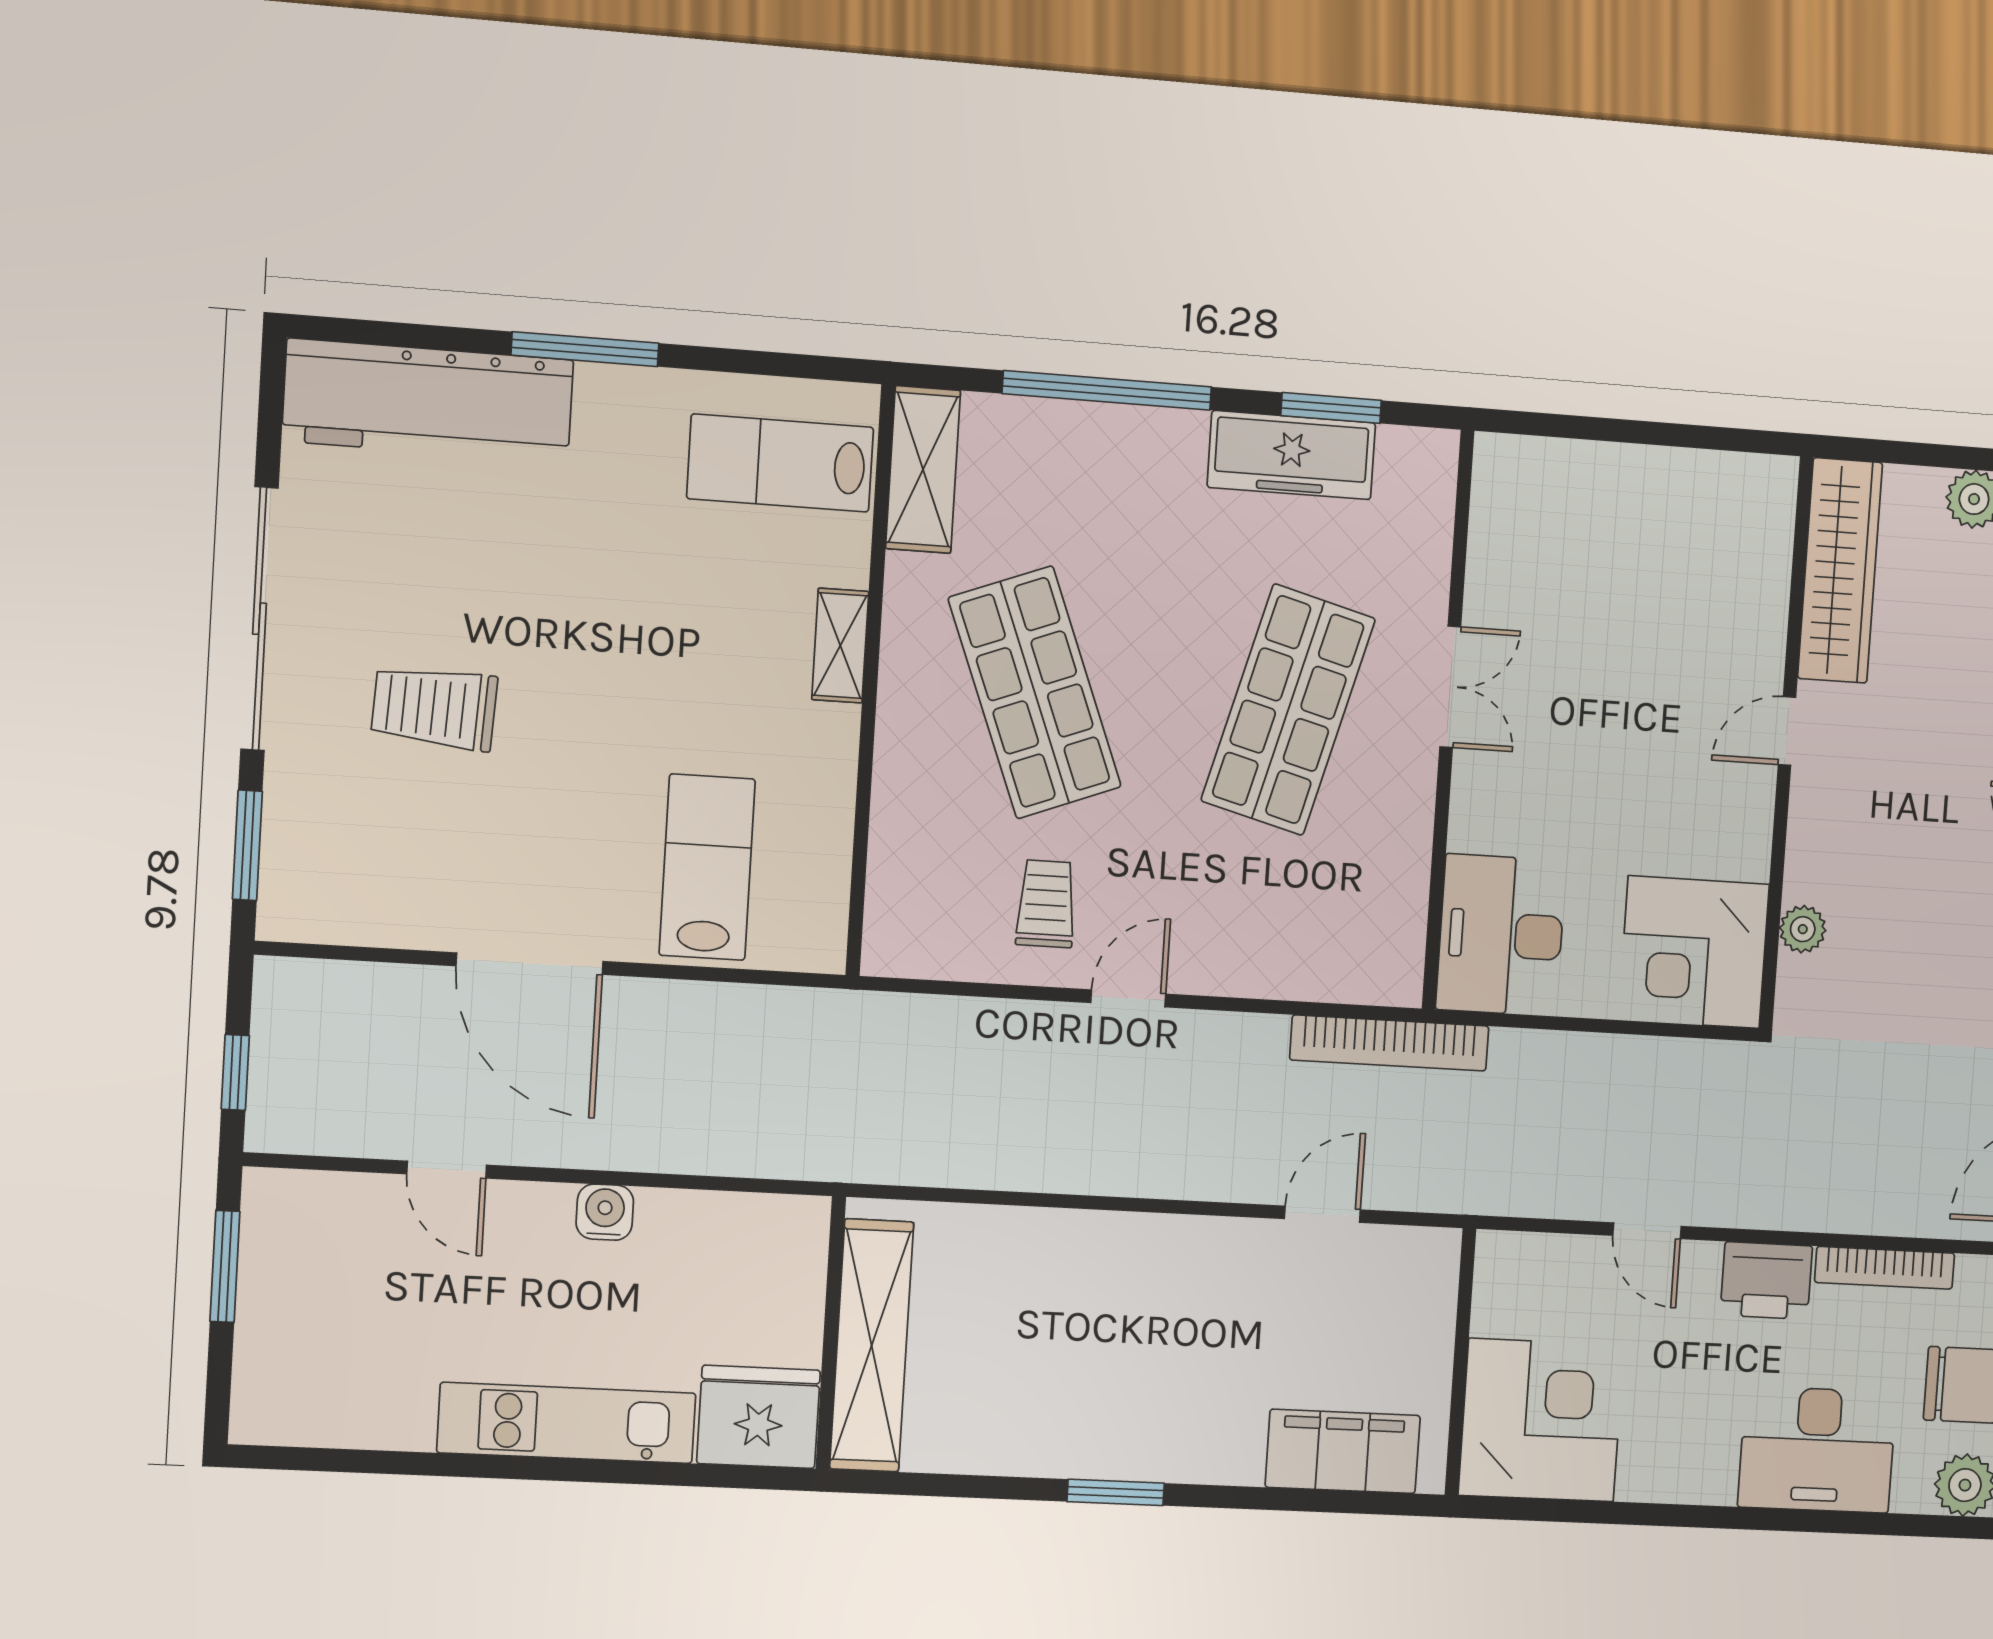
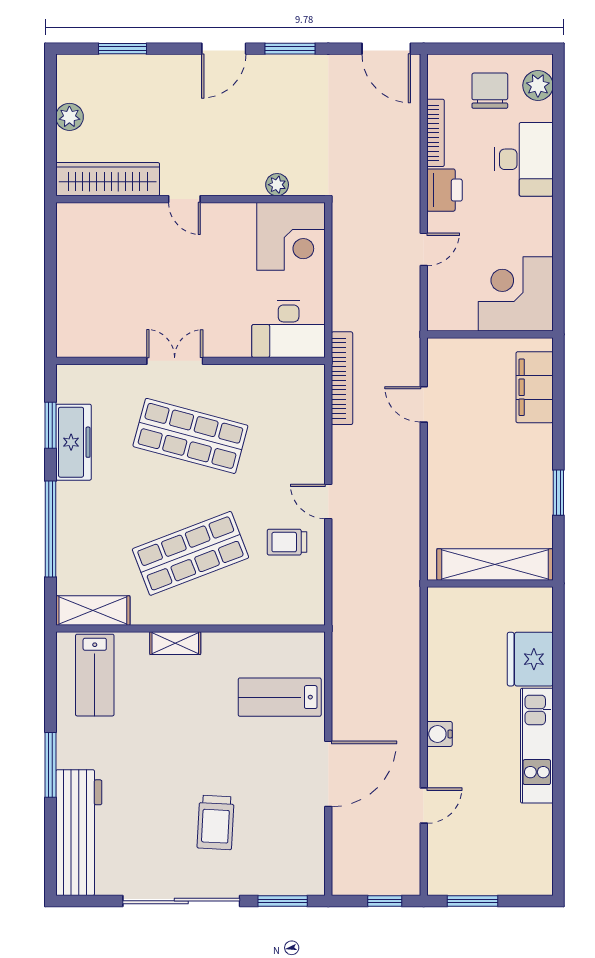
wall: (831, 1333) -> (490, 583), moved
shelving: (872, 1345) -> (495, 564), moved

